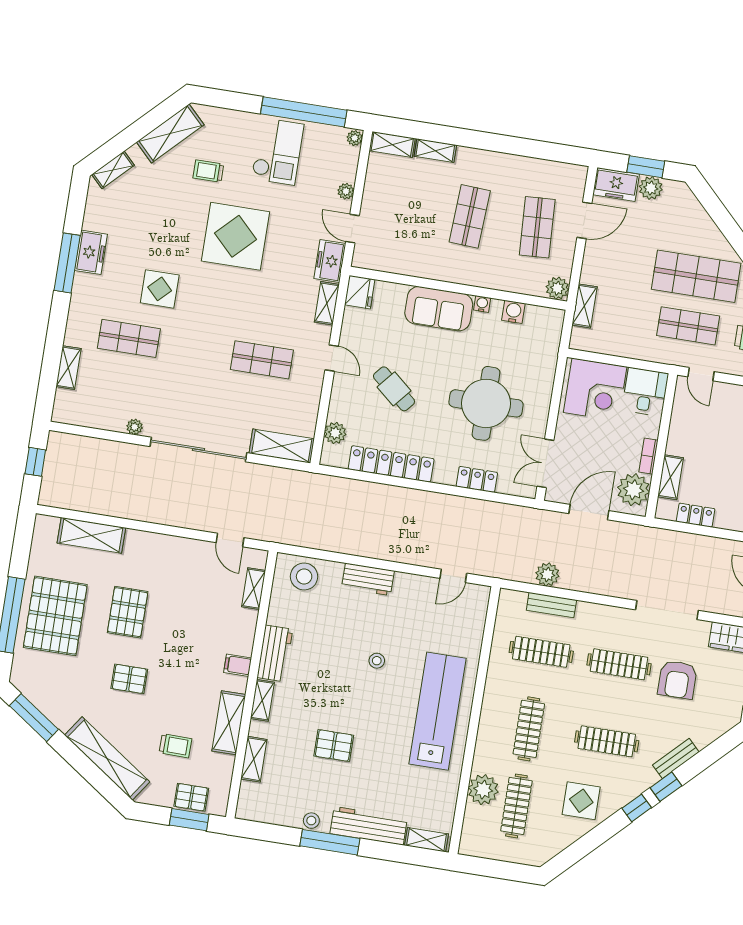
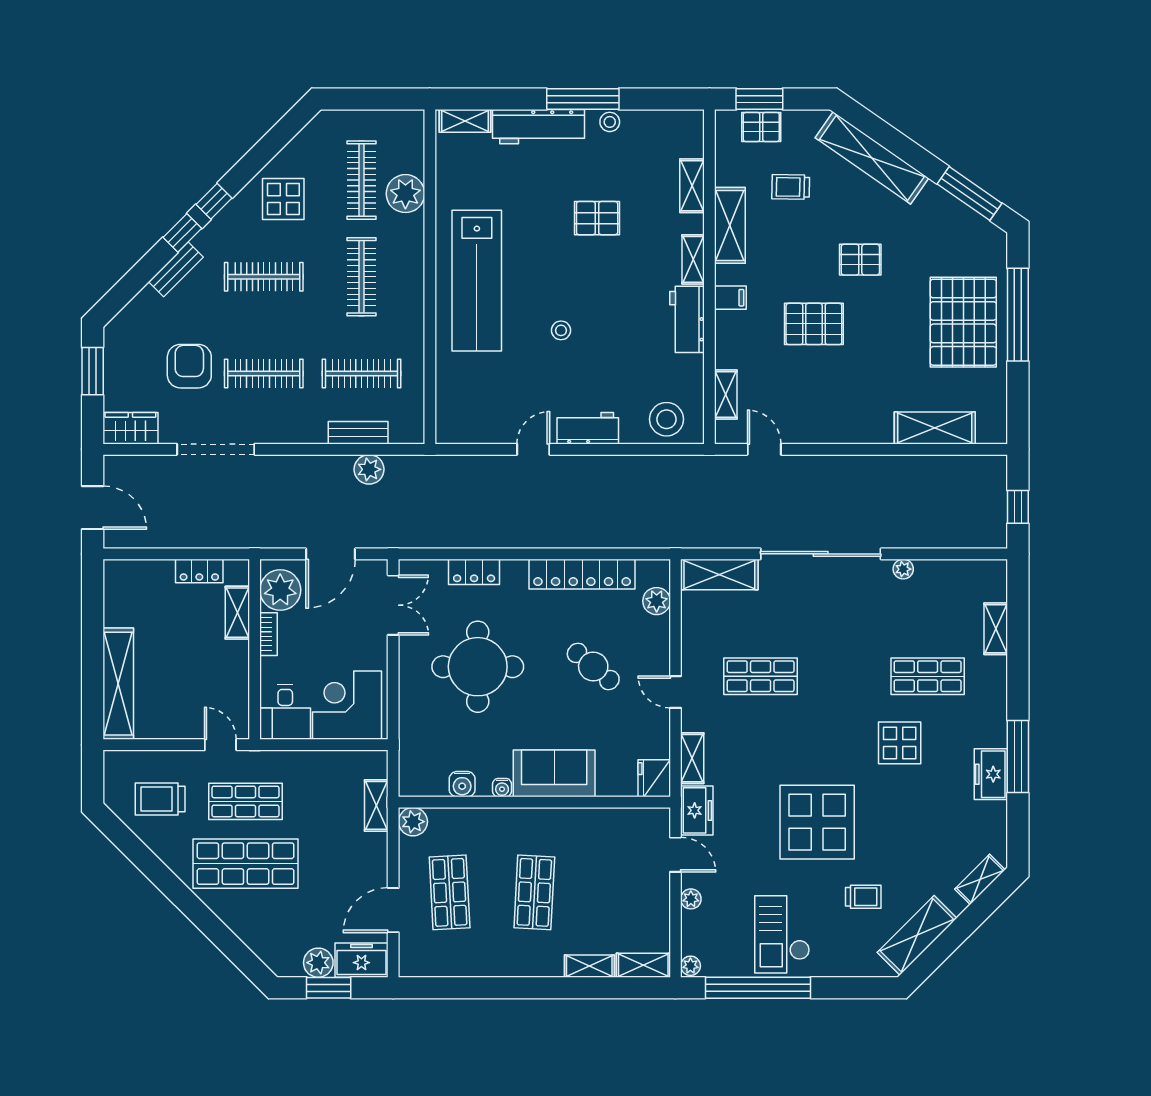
door: (453, 576) -> (533, 449), moved
pallet: (128, 612) -> (814, 324), moved, turned 90

